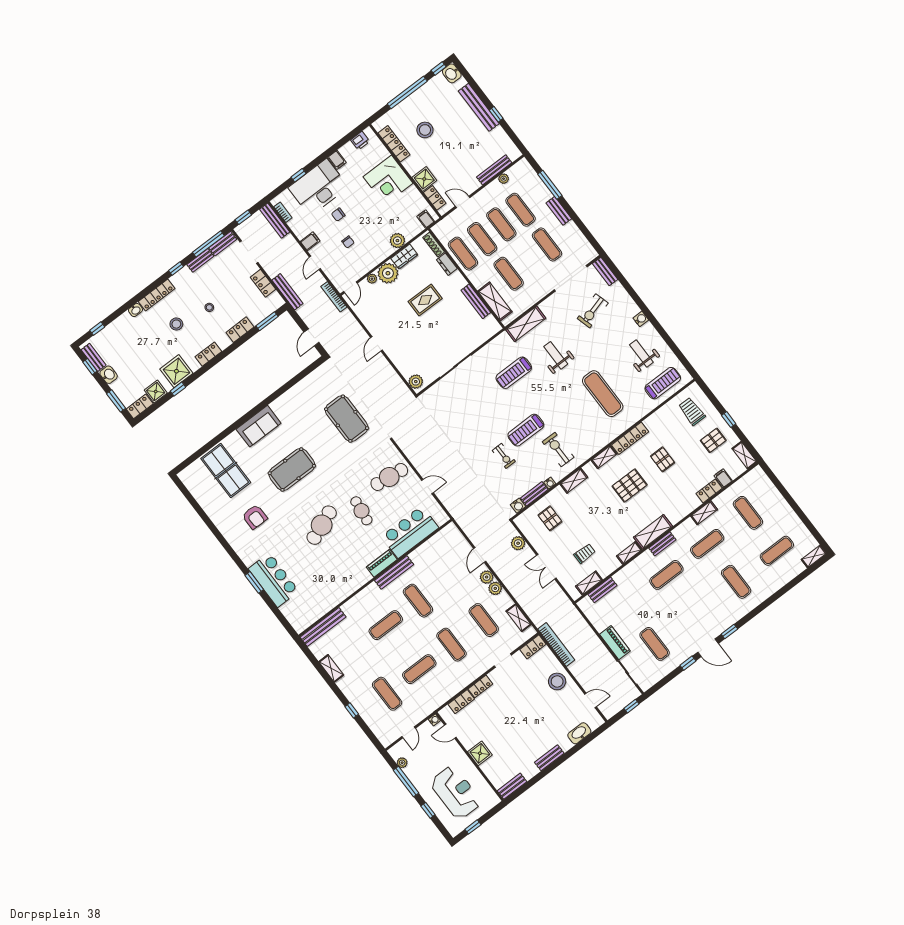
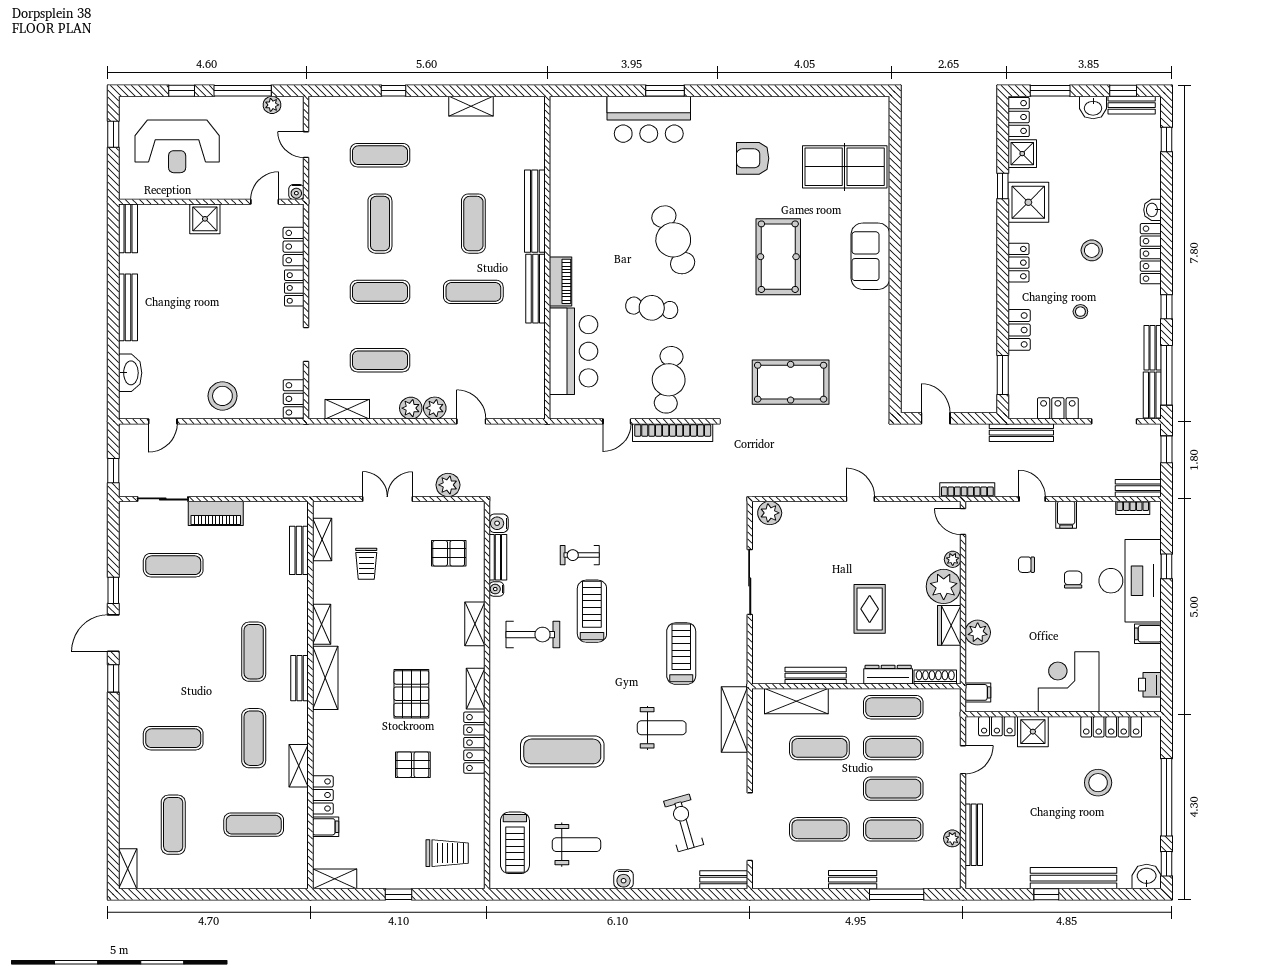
bench: (275, 221) -> (1138, 488), width x0.73
dresser: (447, 264) -> (888, 675), width x1.44
pallet: (713, 440) -> (386, 852), removed
bench: (323, 627) -> (535, 211), moved
bookcase: (556, 644) -> (673, 433), moved
bench: (549, 758) -> (128, 307), width x1.36

